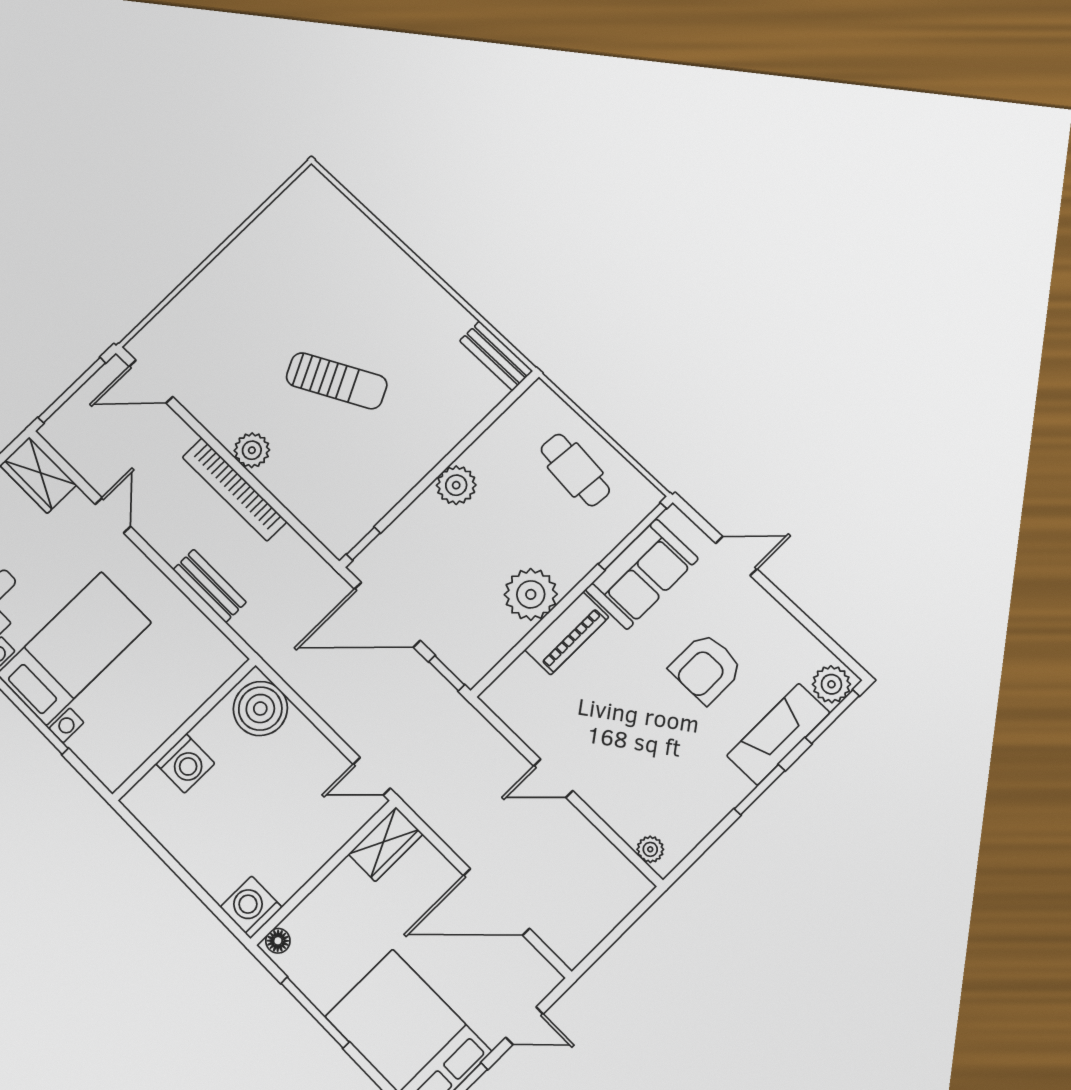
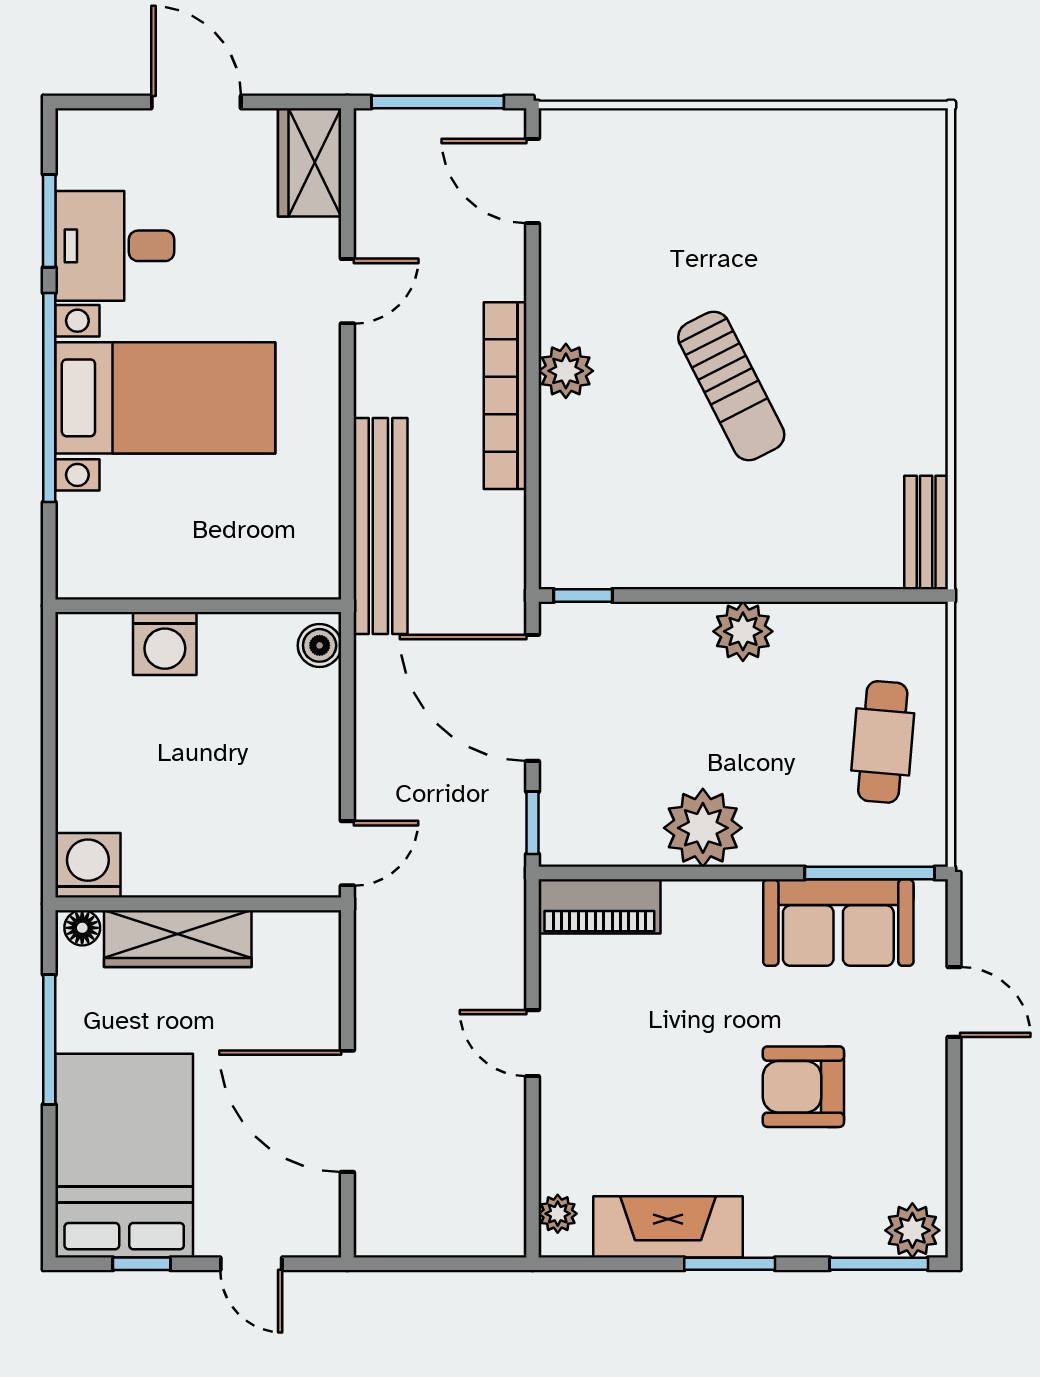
bench: (210, 586) -> (380, 526), width x1.86, depth x1.21
piano: (567, 633) -> (599, 906), moved
boiler: (260, 709) -> (320, 645), width x0.54, depth x0.54
fireplace: (778, 734) -> (668, 1227), moved
door: (372, 776) -> (347, 853), swing flipped
wardrobe: (386, 844) -> (178, 939), moved, width x1.50

